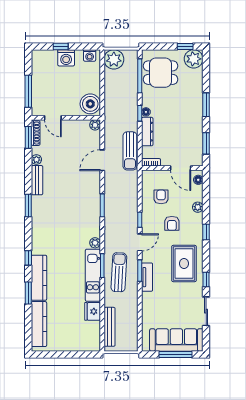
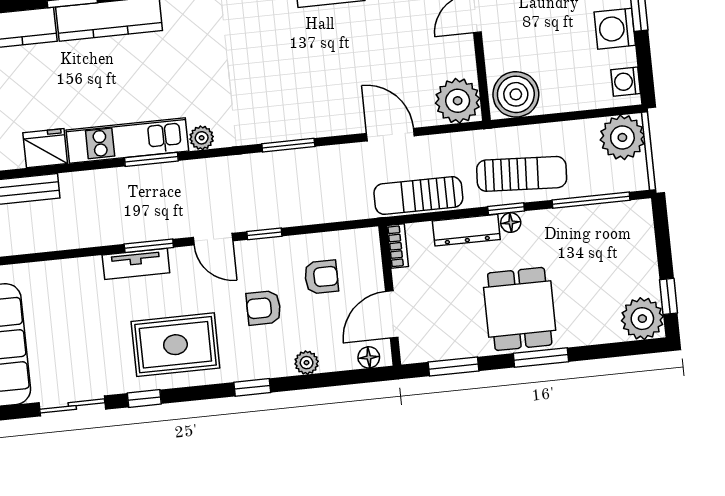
dining table: (160, 73) -> (520, 309), moved
plant: (95, 125) -> (458, 101), width x1.88, depth x1.88
sun lounger: (119, 272) -> (522, 174), moved

